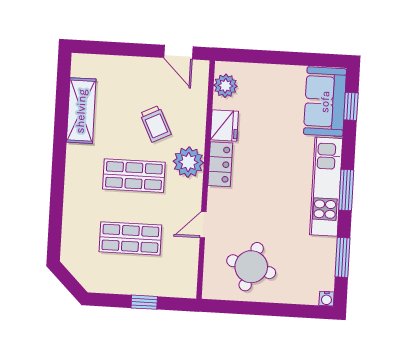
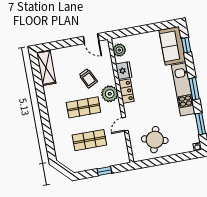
shelving: (81, 111) -> (46, 68), moved

